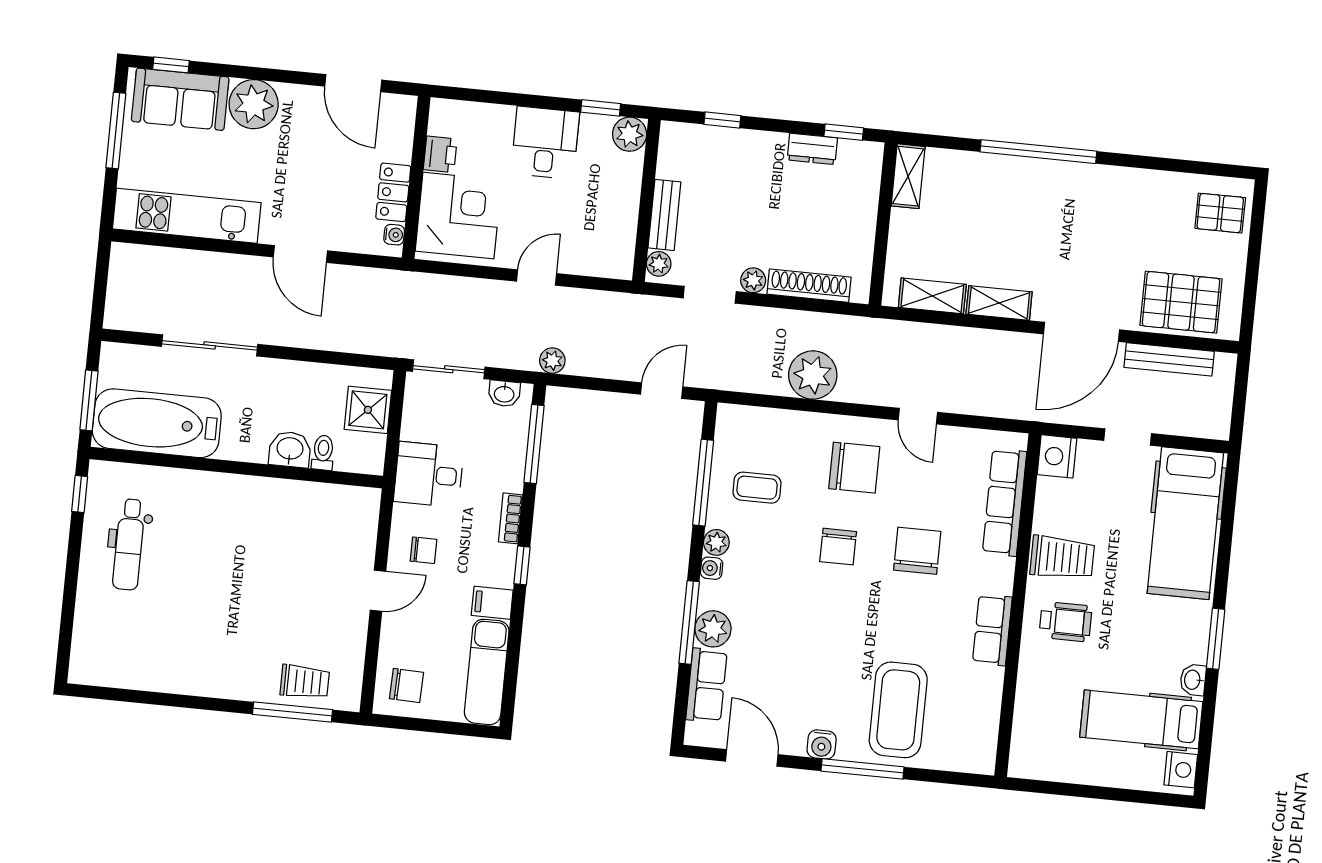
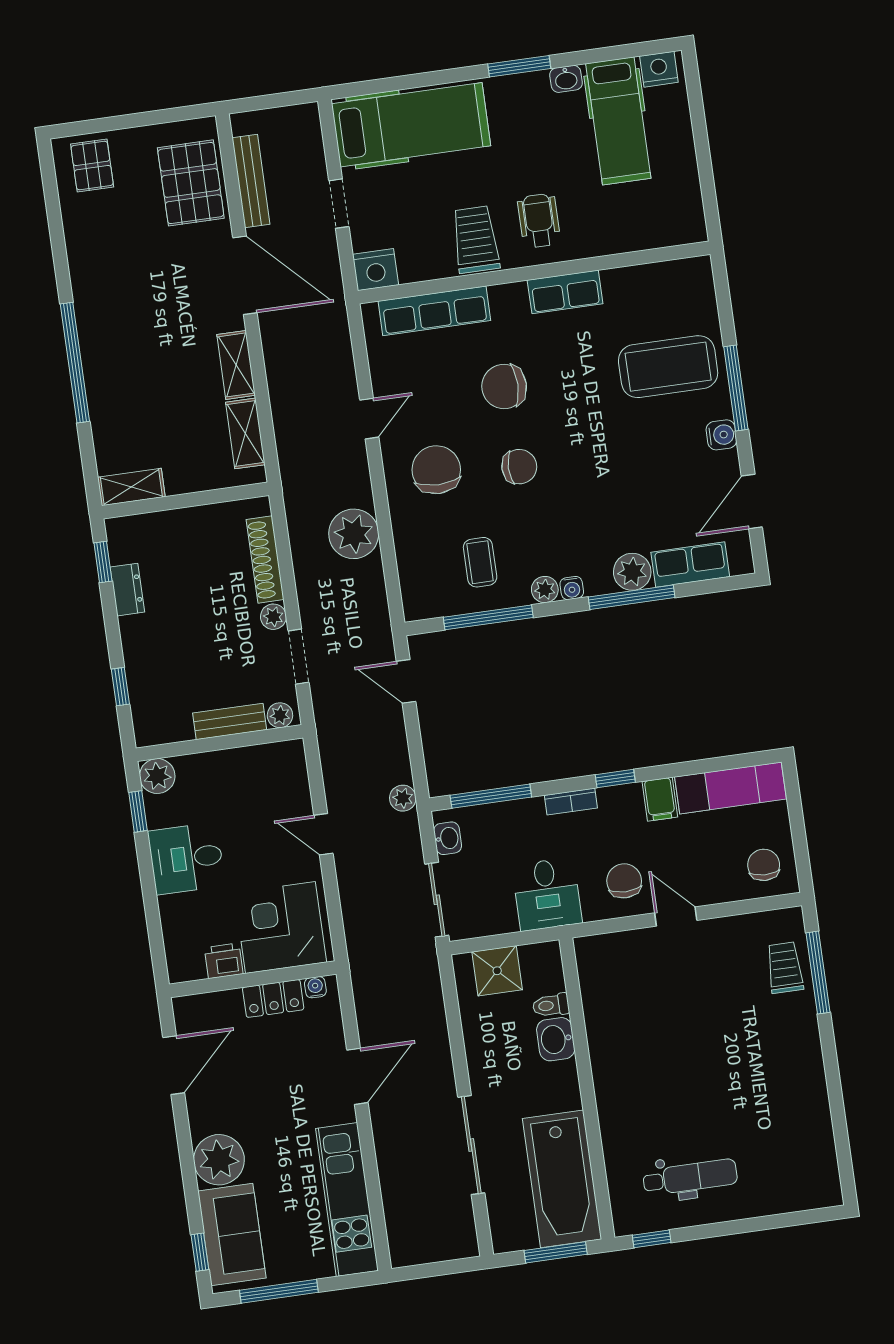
chair: (423, 550) -> (624, 881), width x1.37, depth x1.37

